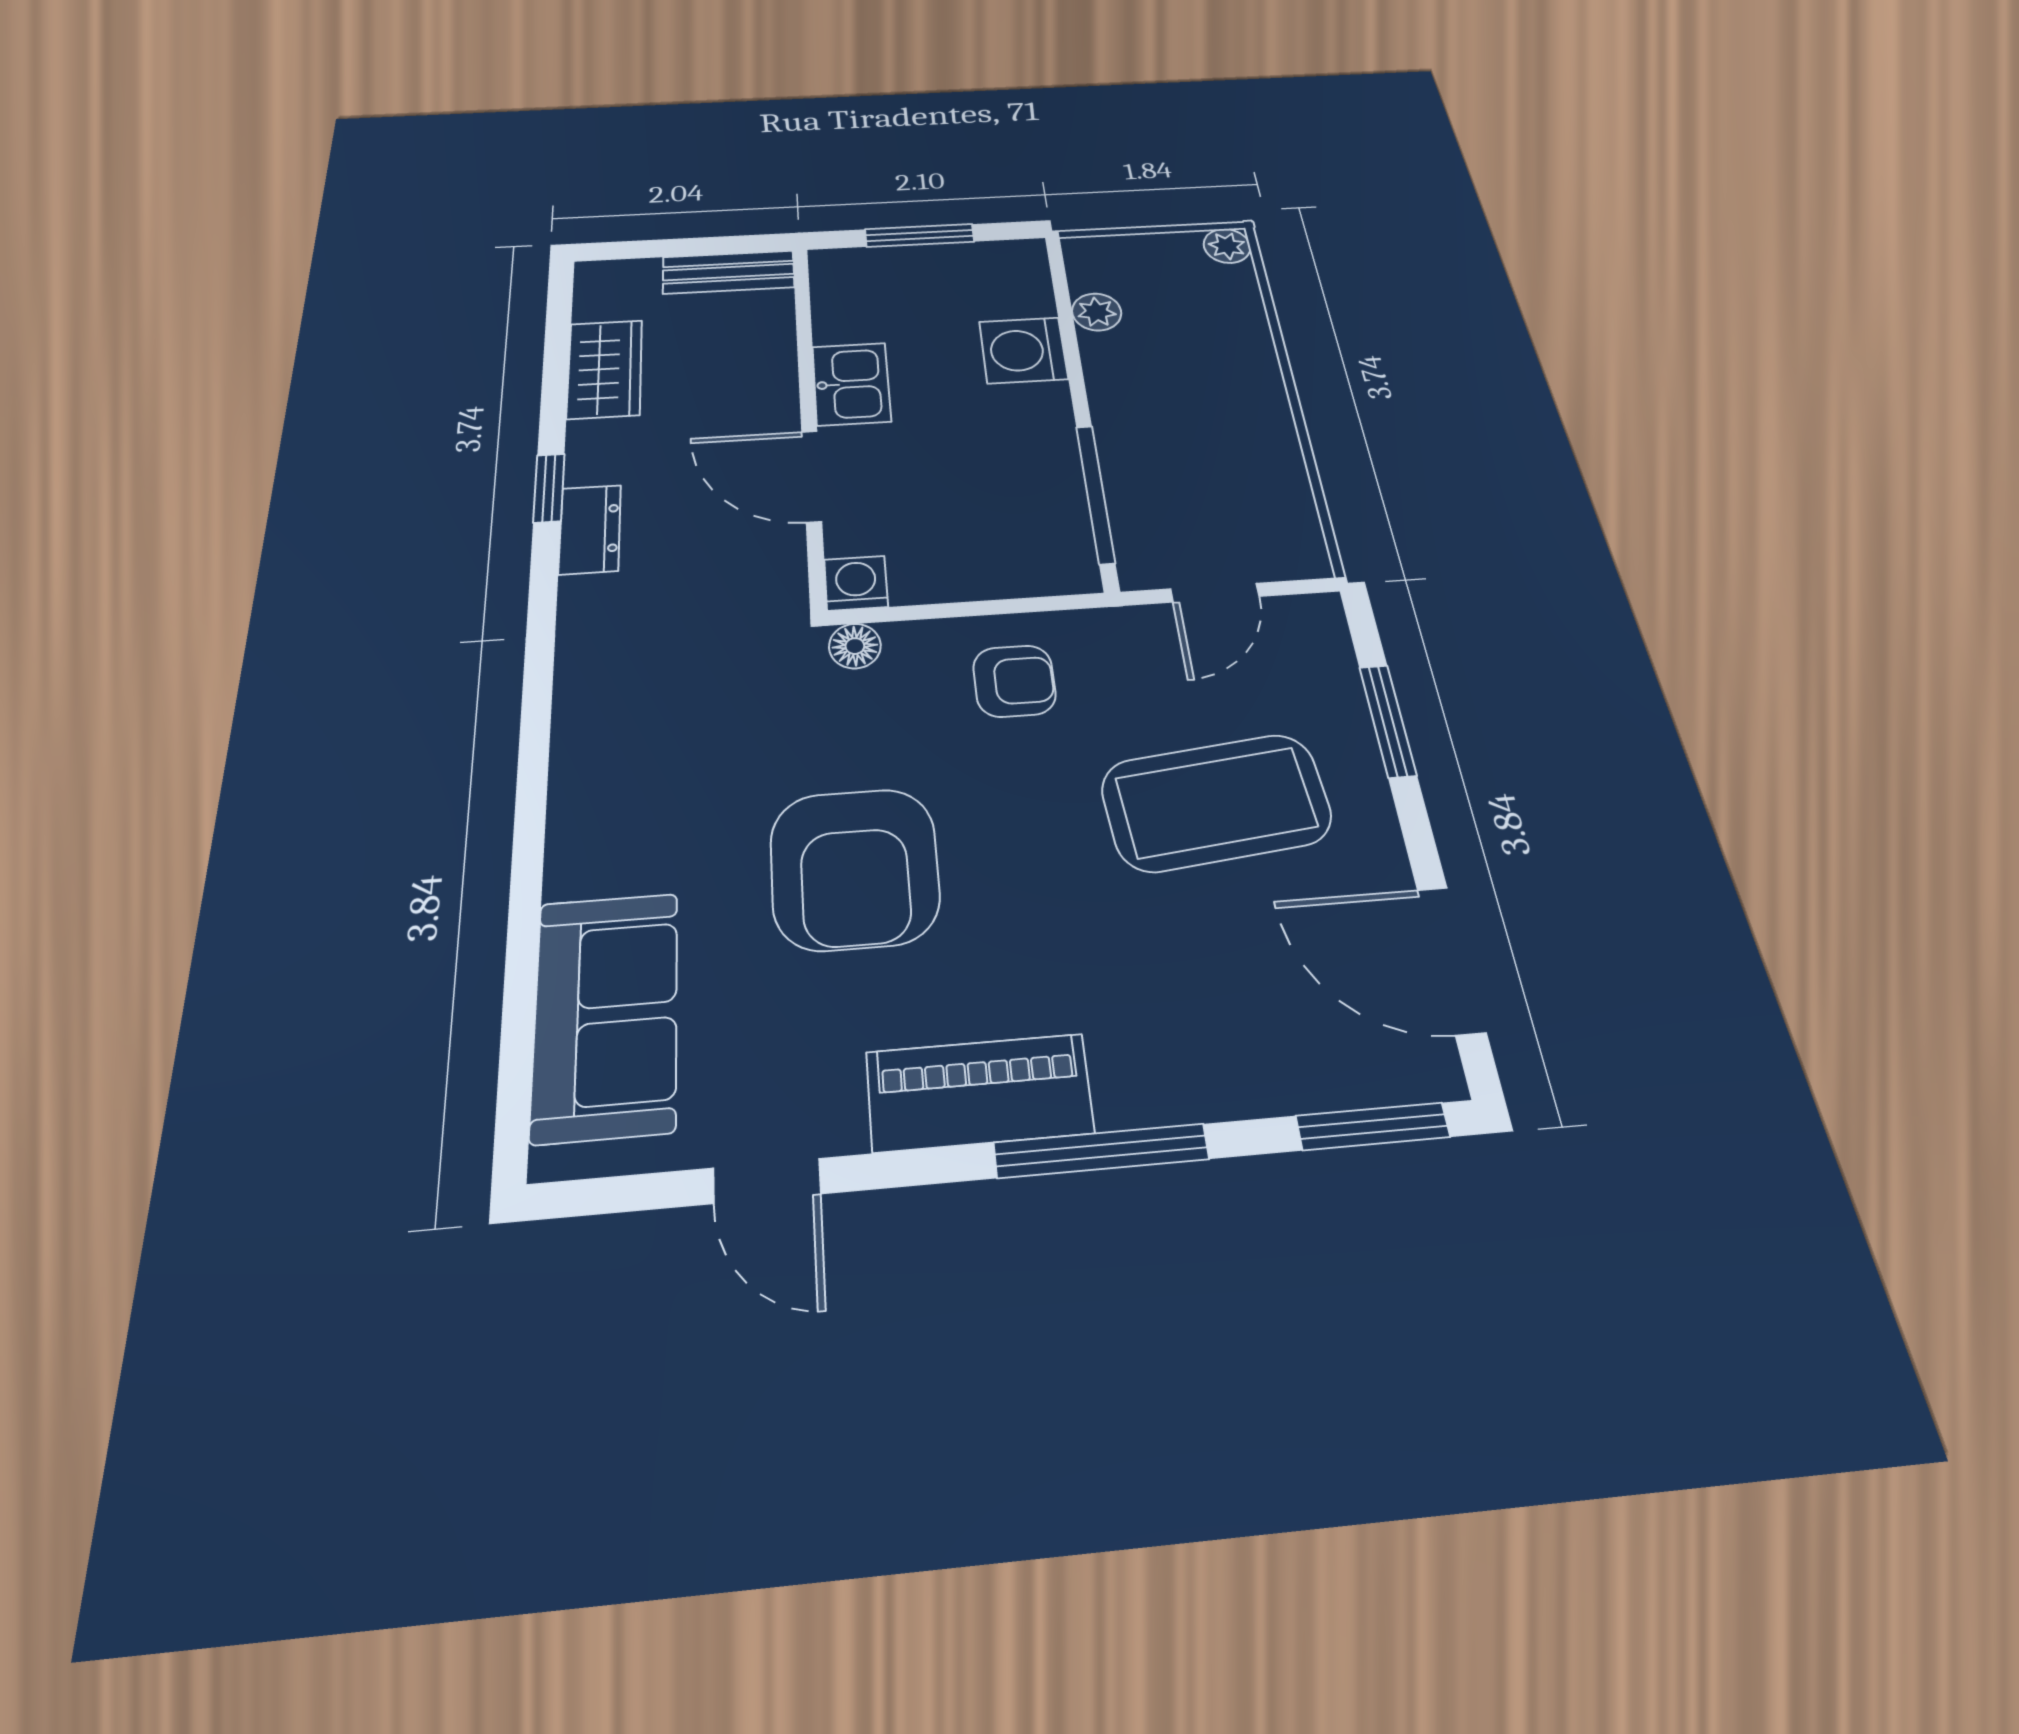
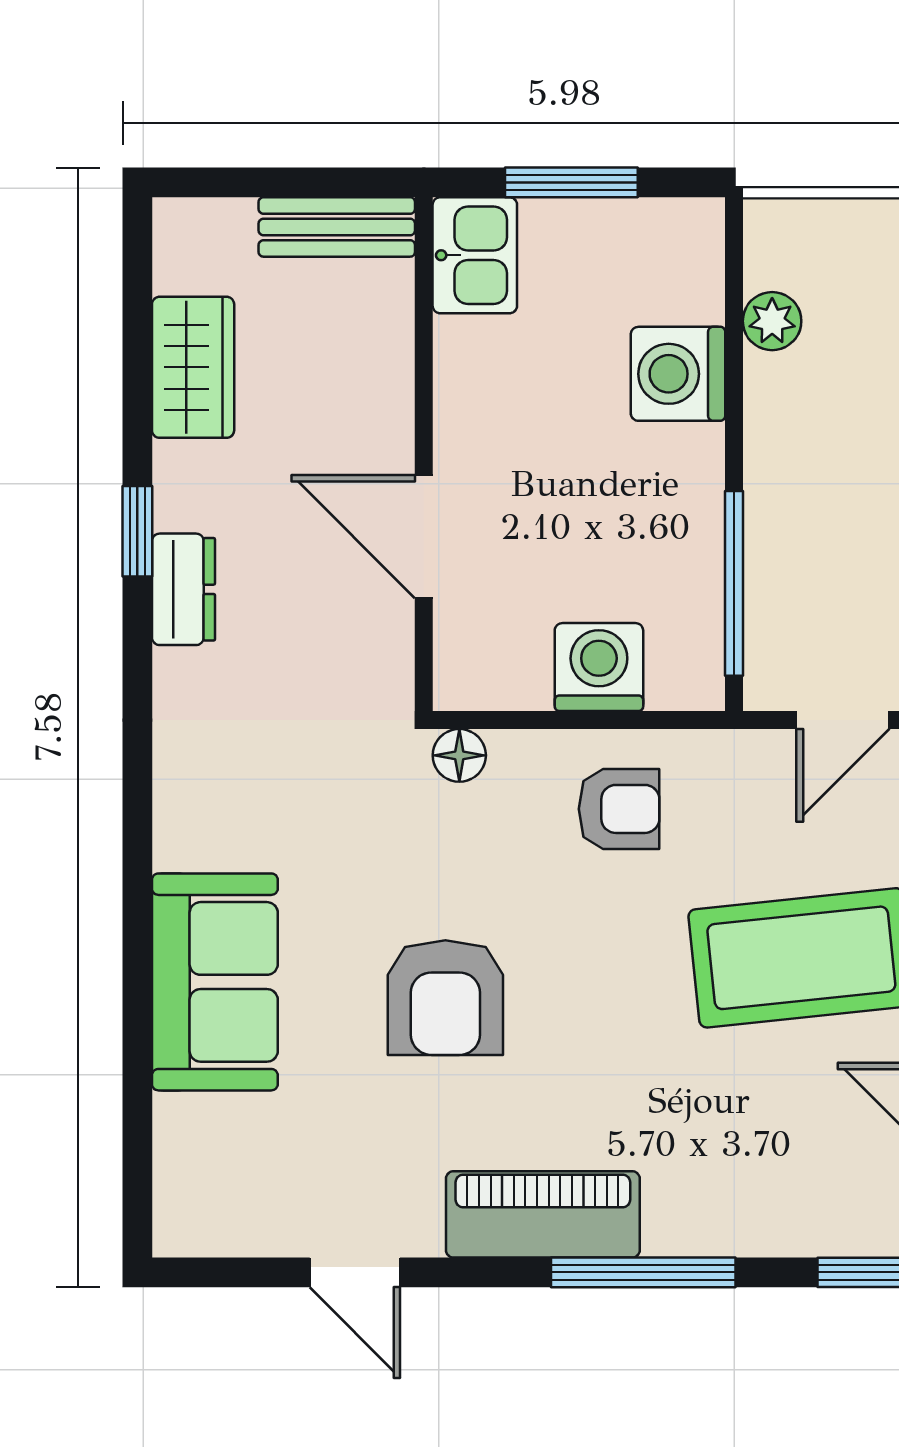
kitchen sink: (851, 384) -> (475, 255), moved
washing machine: (856, 583) -> (599, 667), moved, width x1.38, depth x1.38
armchair: (855, 869) -> (445, 998), width x0.73, depth x0.73
sofa: (606, 1015) -> (215, 982), moved

